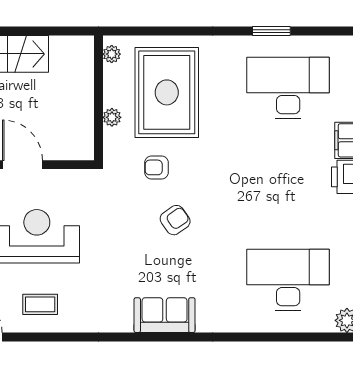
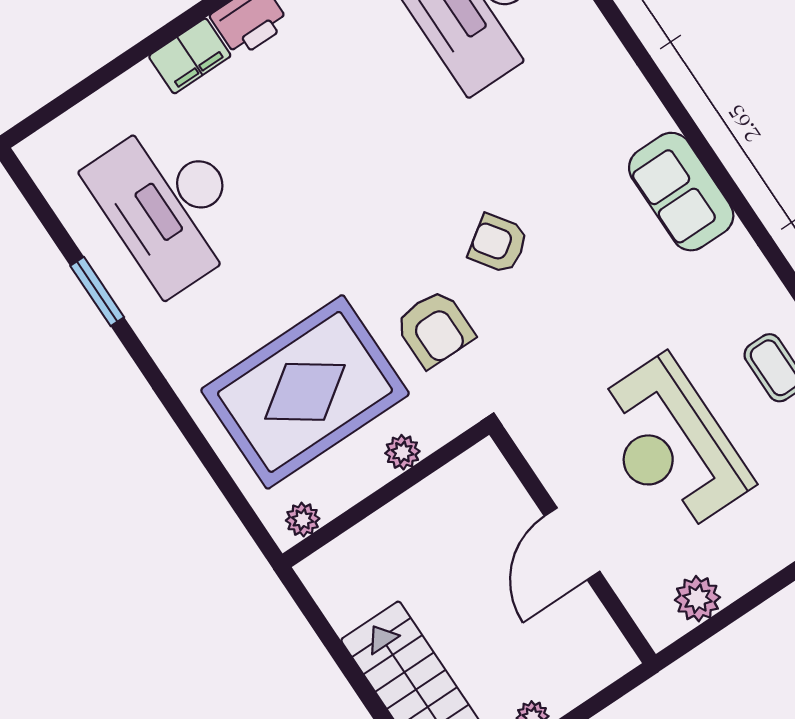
armchair: (157, 167) -> (435, 329), width x1.38, depth x1.38
sofa: (165, 315) -> (681, 192), moved

